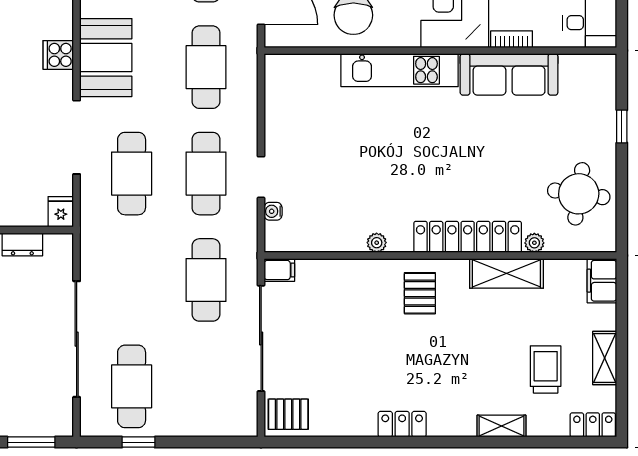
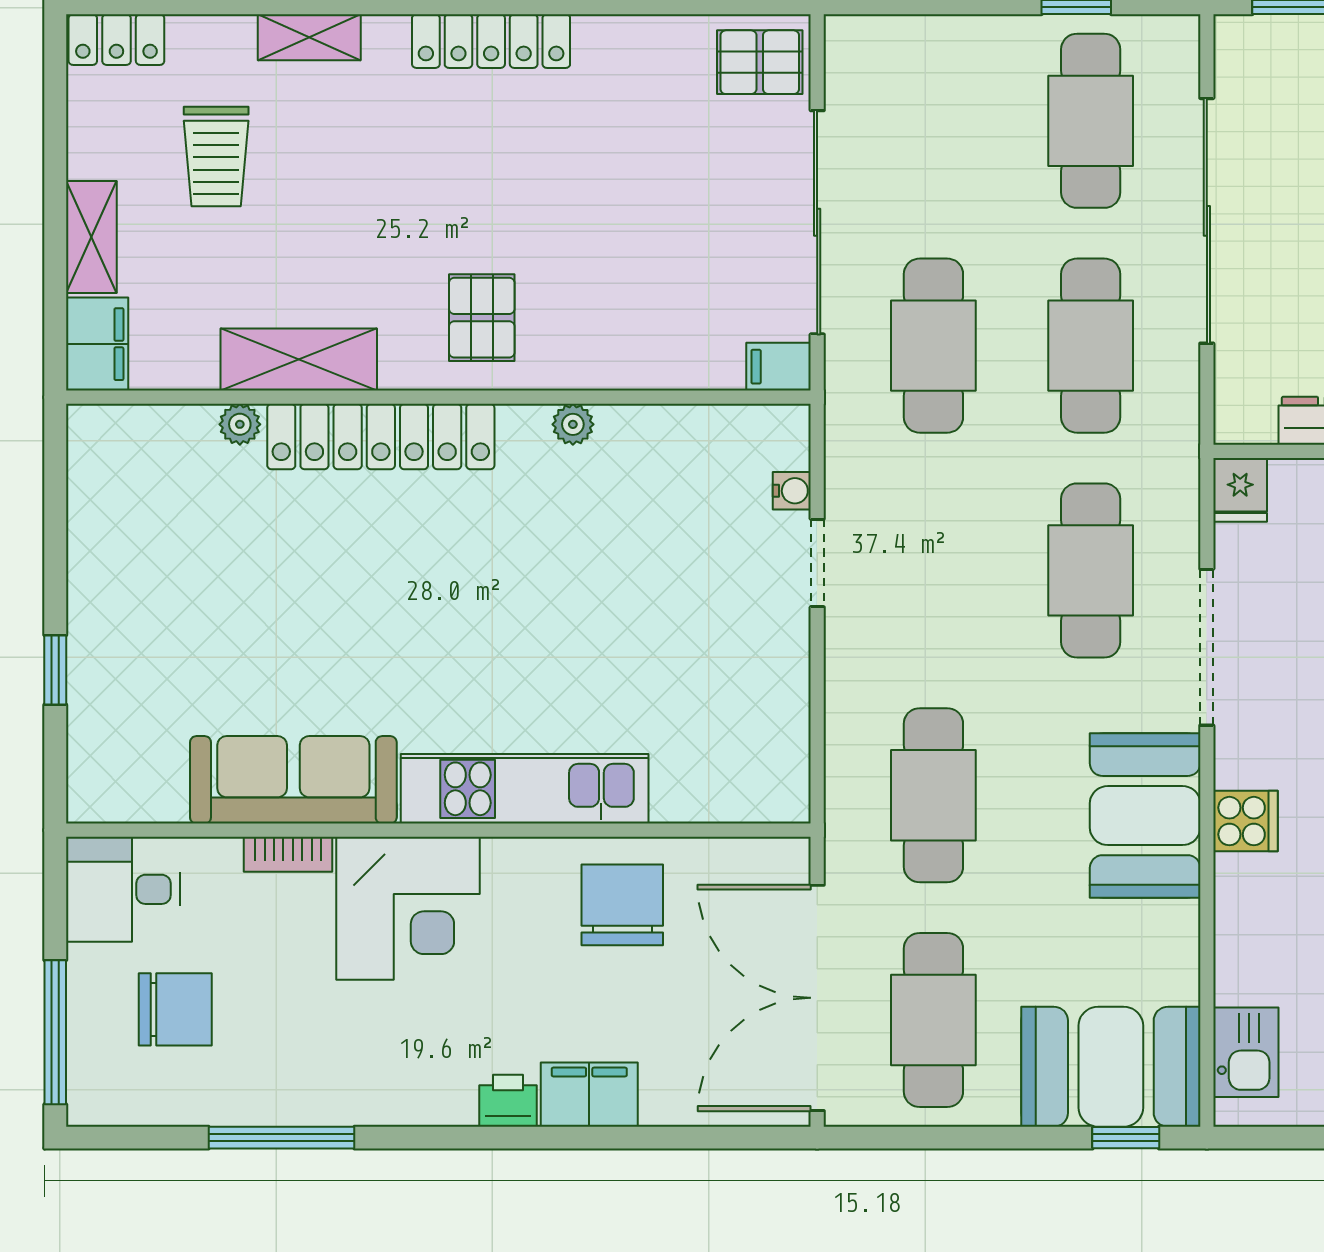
cafe table: (206, 174) -> (1091, 346), moved
round table: (579, 194) -> (146, 528), removed
shelving: (605, 358) -> (91, 237), moved
locker: (402, 424) -> (491, 41), width x1.53

